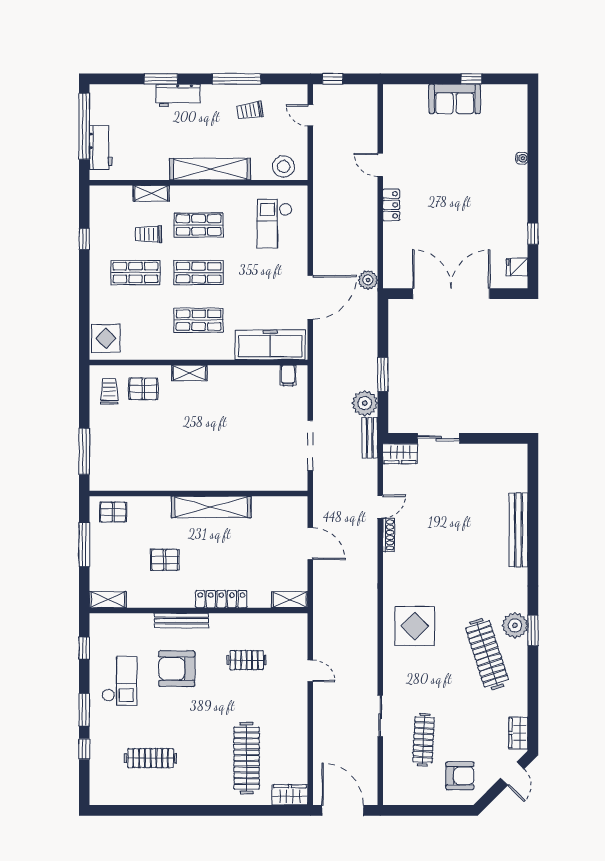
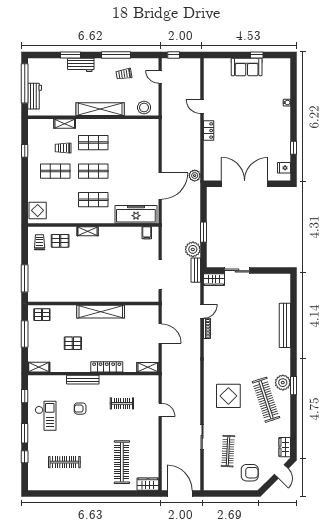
checkout: (274, 224) -> (139, 142), removed
display table: (415, 626) -> (228, 396), moved
armchair: (177, 669) -> (80, 409), width x0.53, depth x0.53

